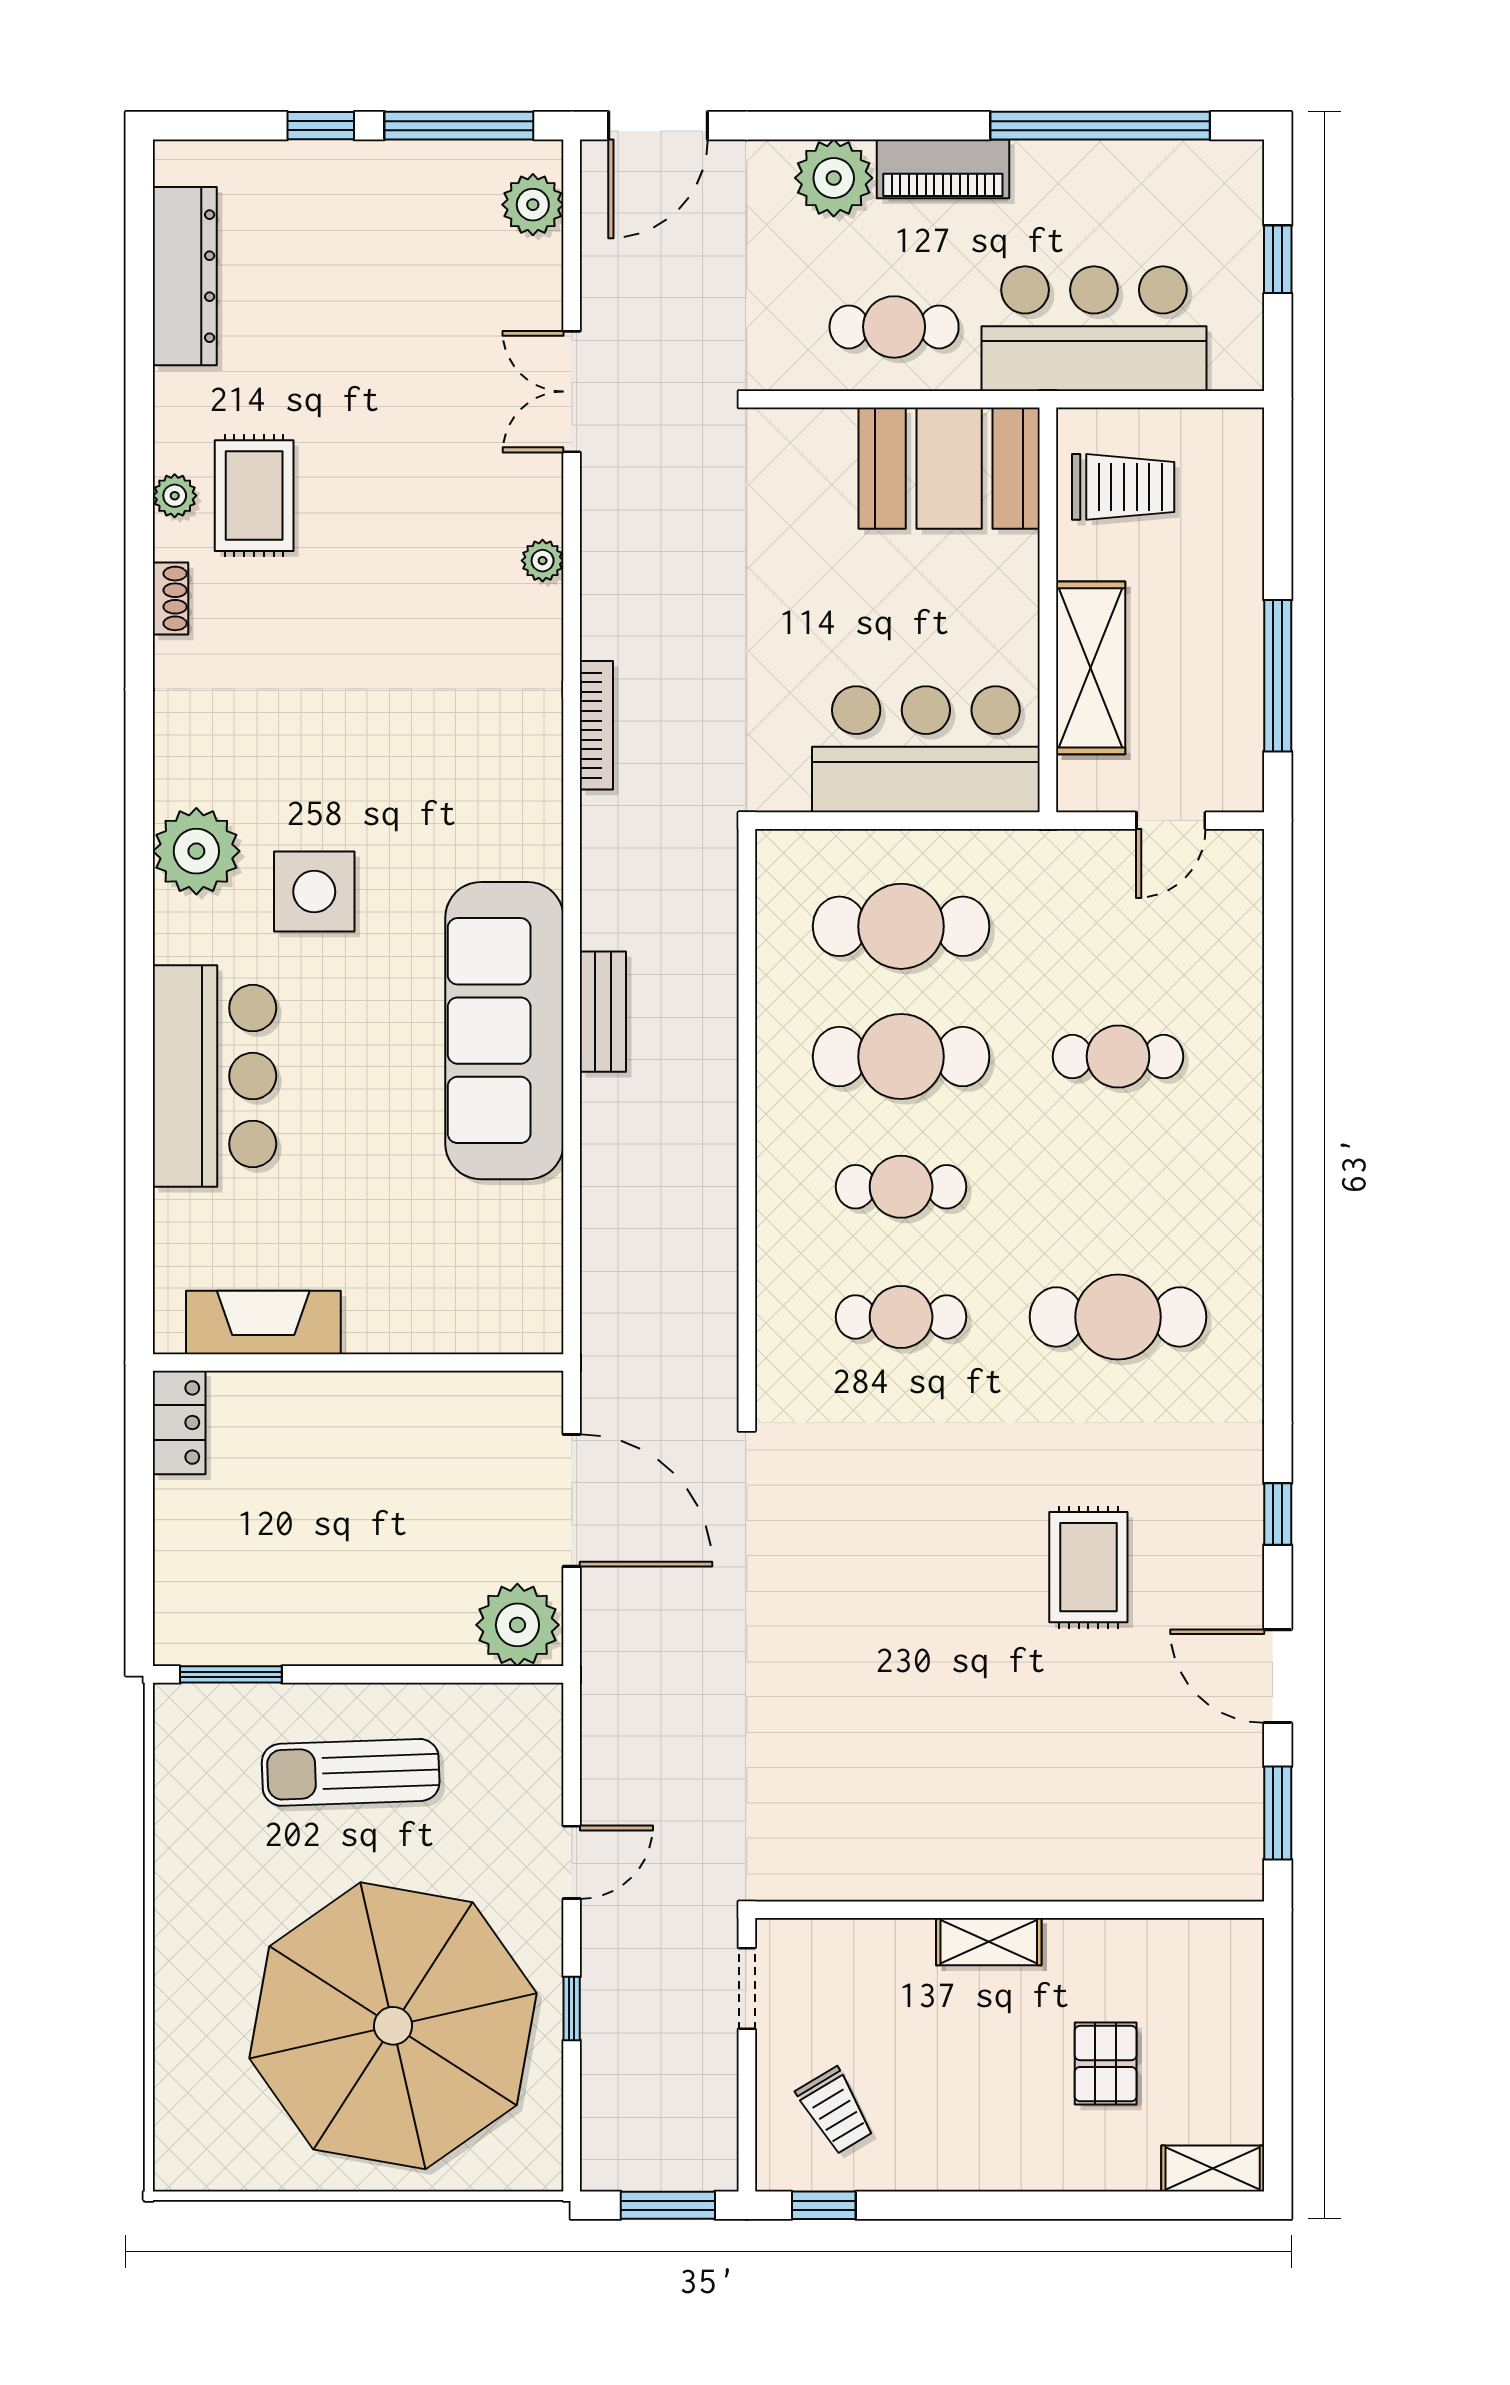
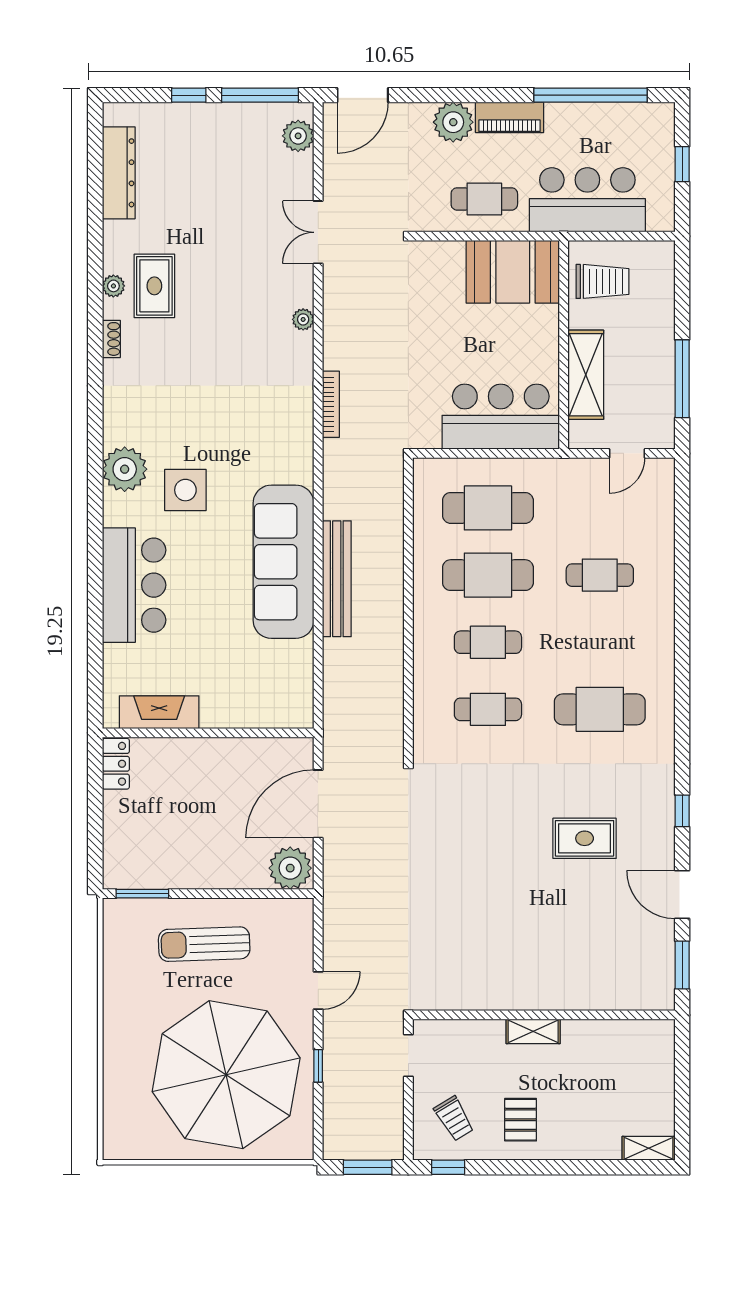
bench: (603, 1012) -> (337, 579), width x1.86, depth x1.21
door: (572, 1500) -> (318, 804), swing flipped
rug: (1088, 1567) -> (585, 838), turned 90
pallet: (1106, 2064) -> (521, 1120), moved

